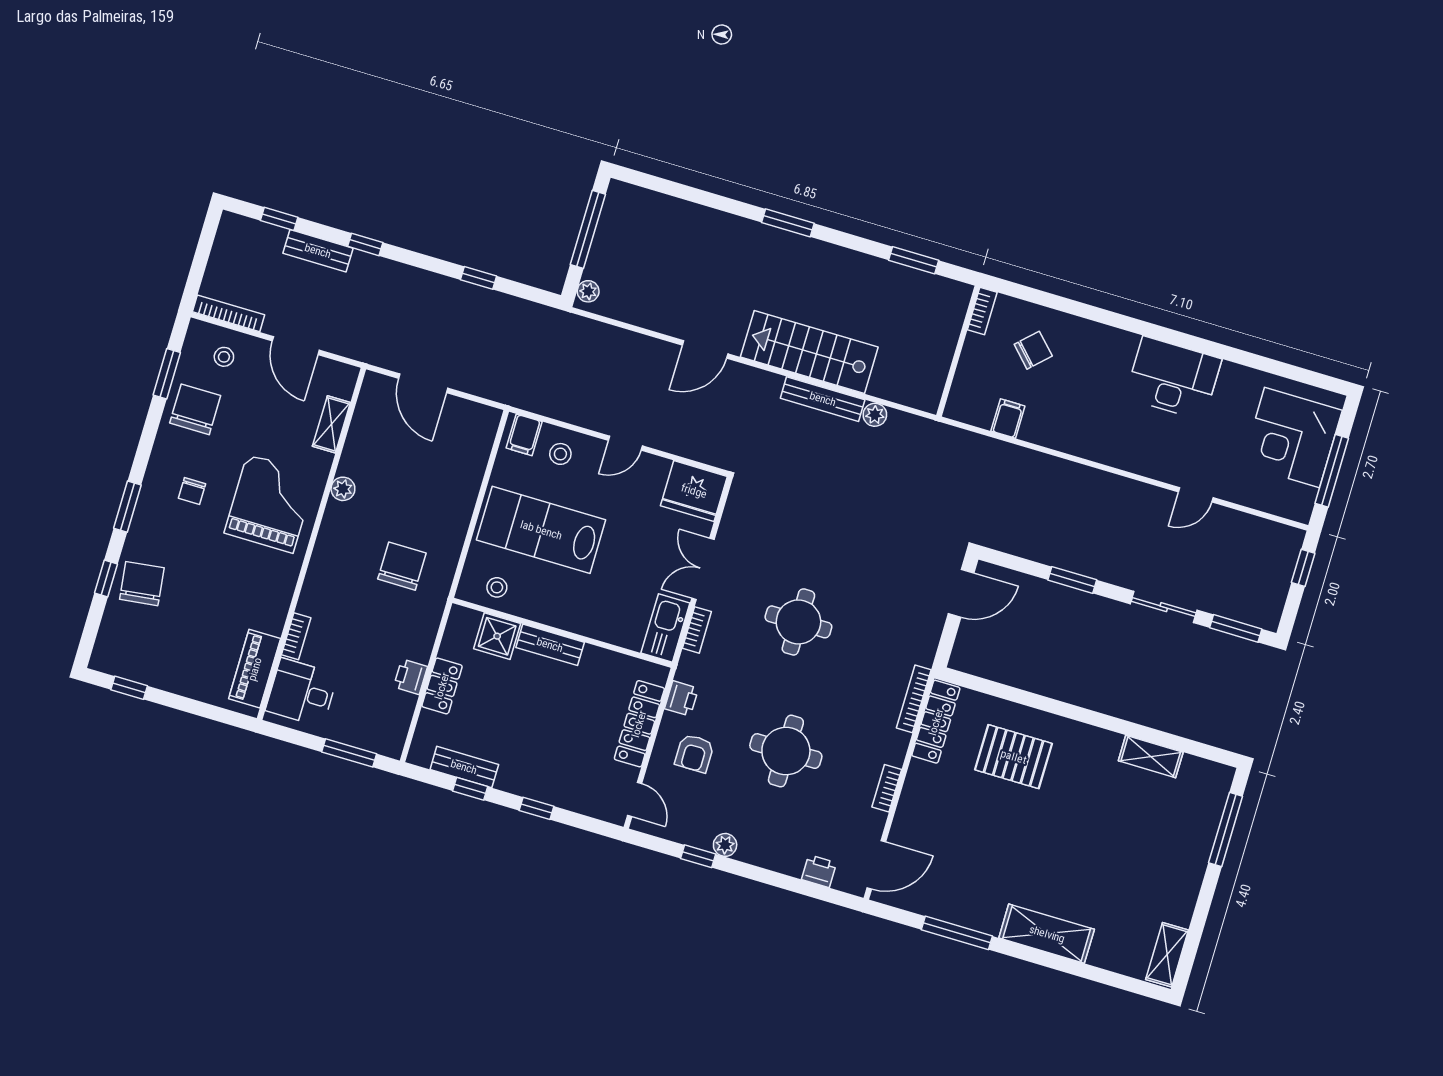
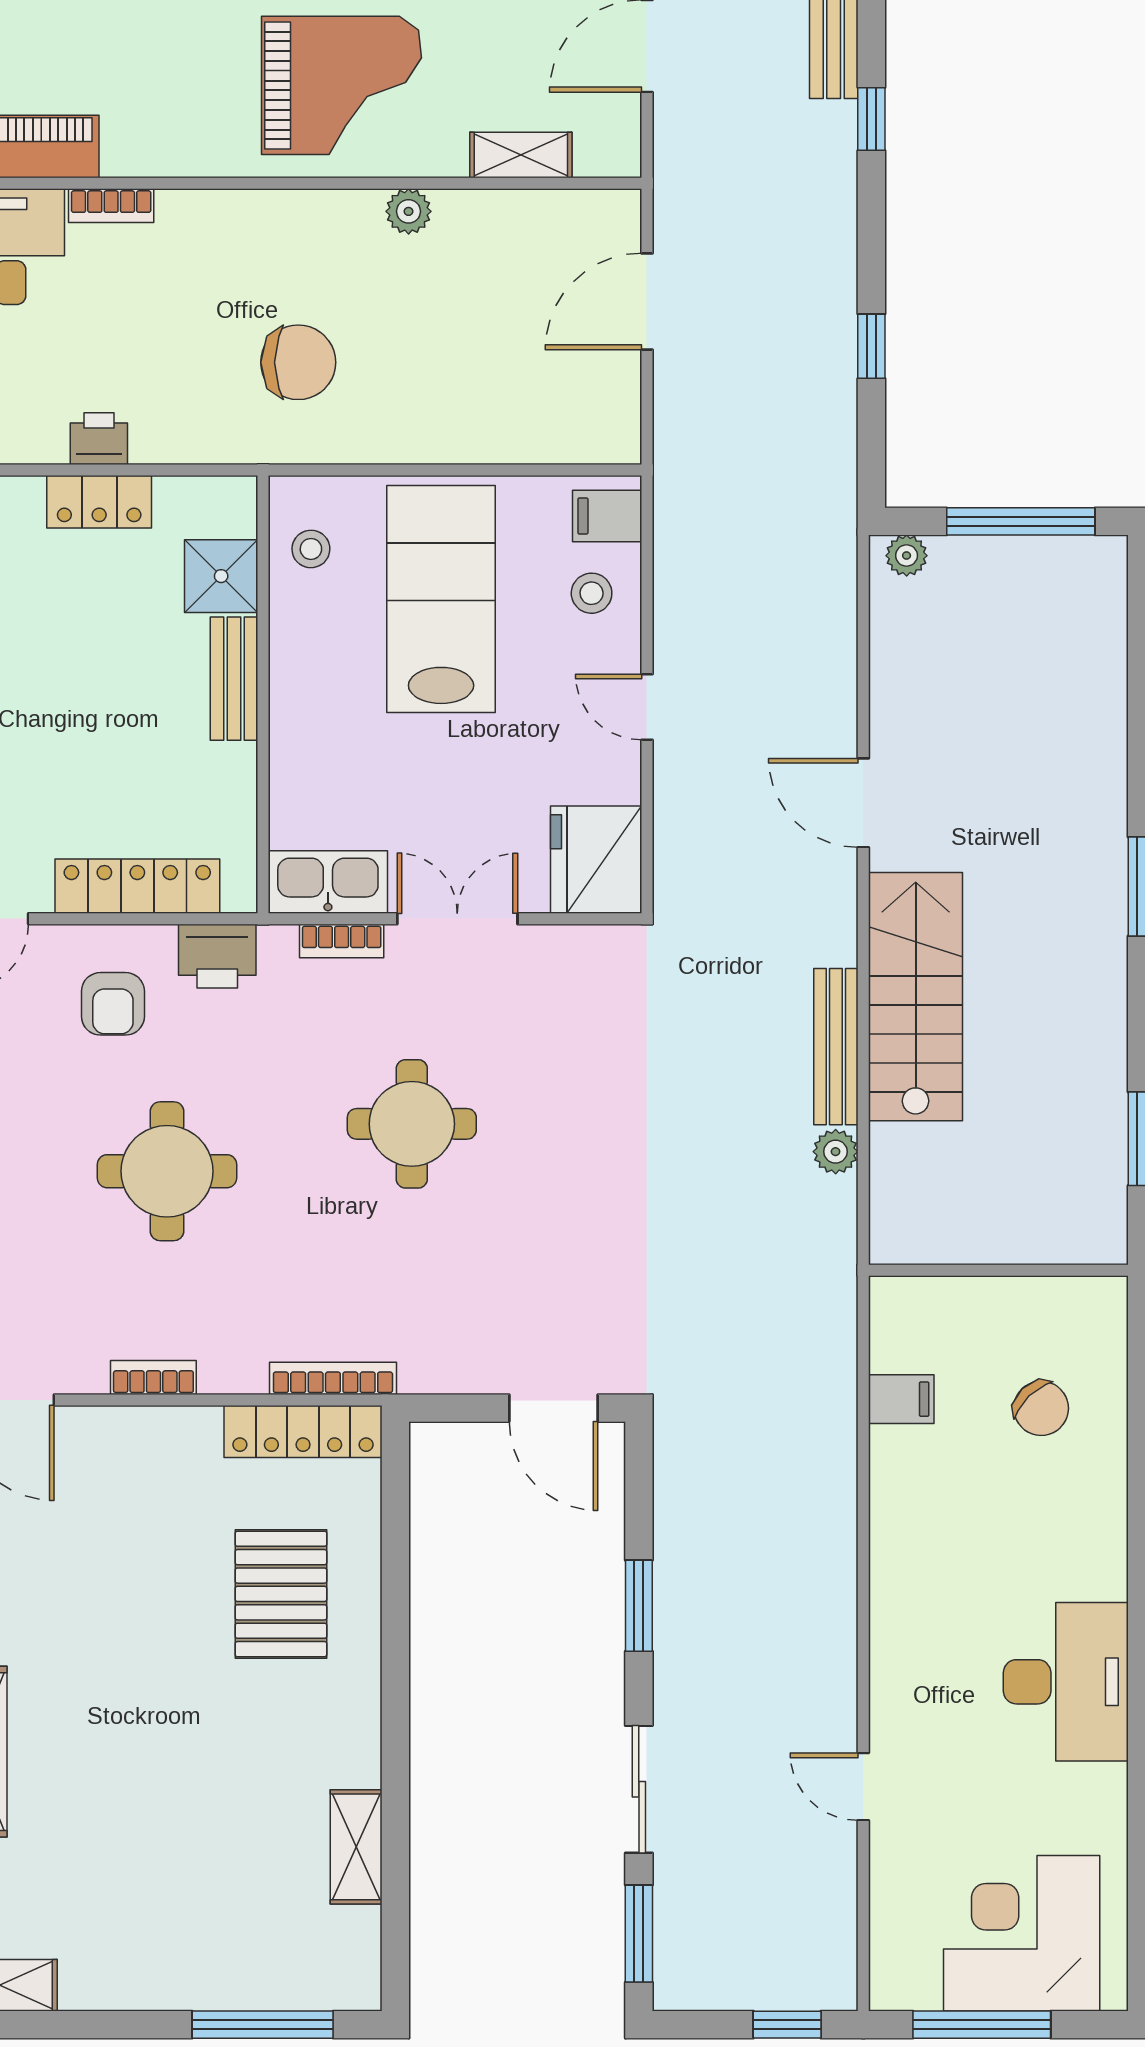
bookcase: (982, 311) -> (1085, 1293), removed
printer: (681, 698) -> (217, 956), width x1.36, depth x1.24
armchair: (694, 753) -> (113, 1004), turned -90

